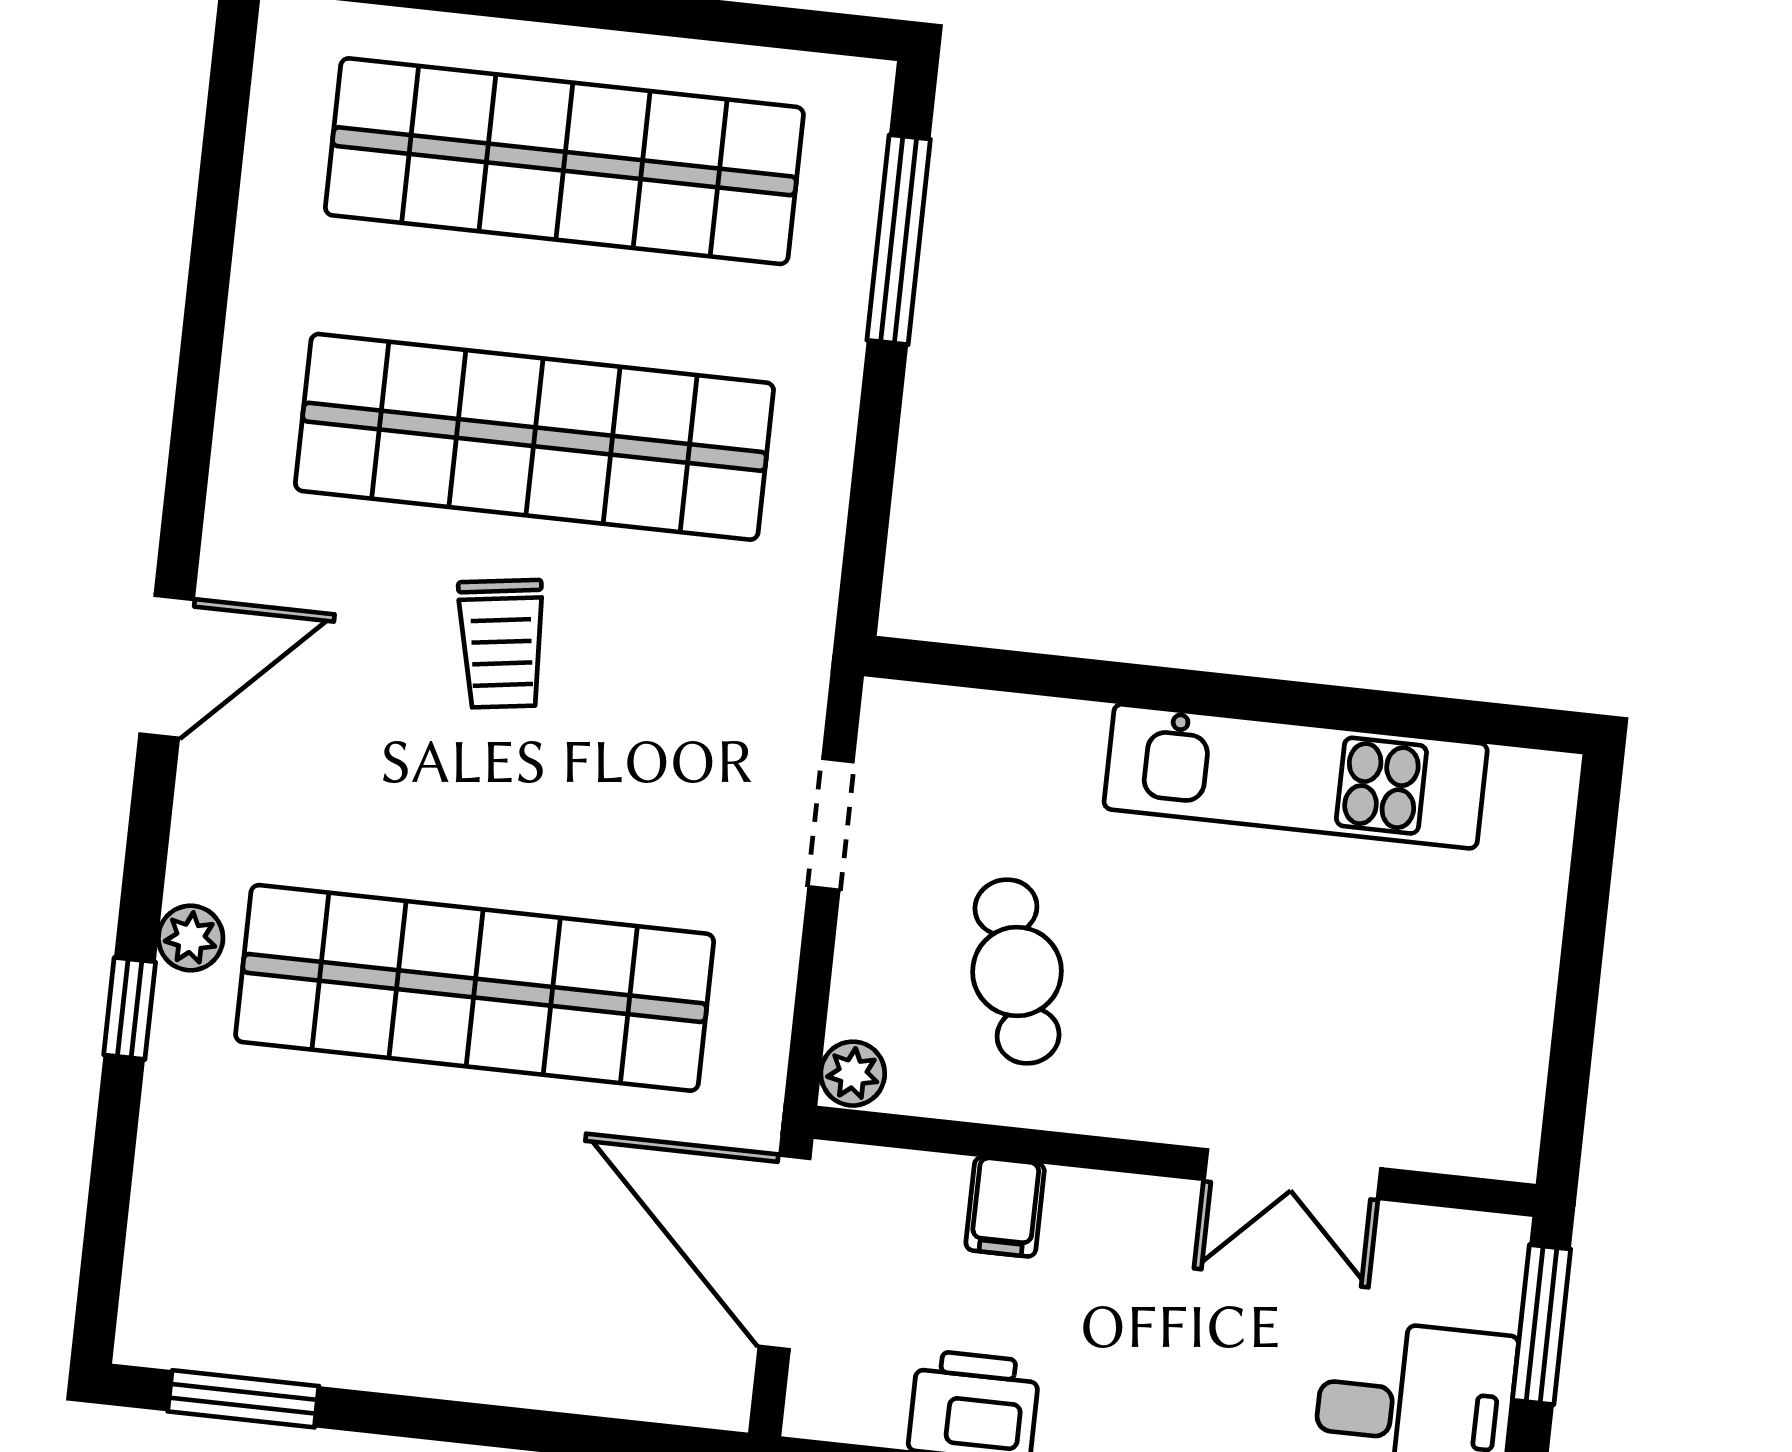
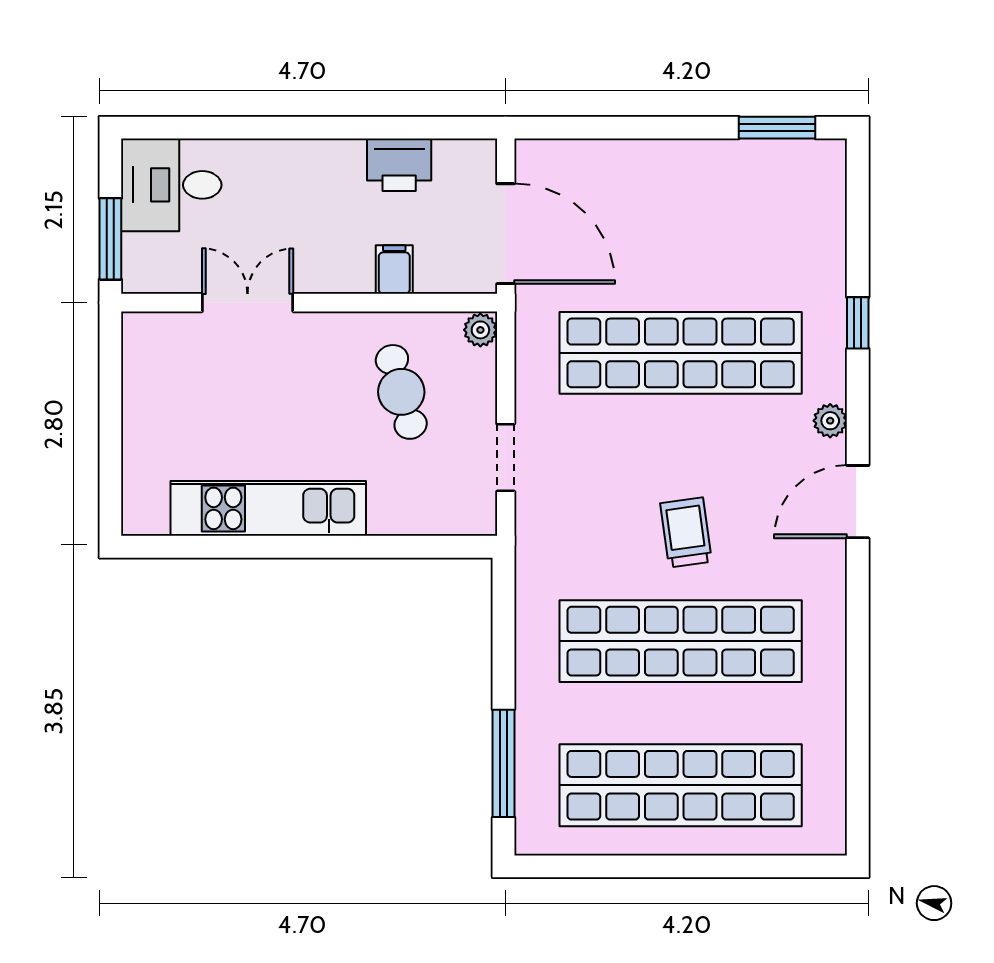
plant: (191, 938) -> (830, 421), moved

